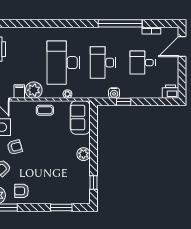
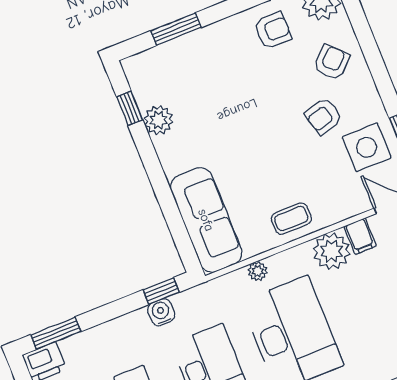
window: (124, 102) -> (161, 291), moved
window: (161, 102) -> (56, 333), added
sofa: (80, 118) -> (206, 220), width x1.36
plant: (83, 154) -> (158, 120), moved

